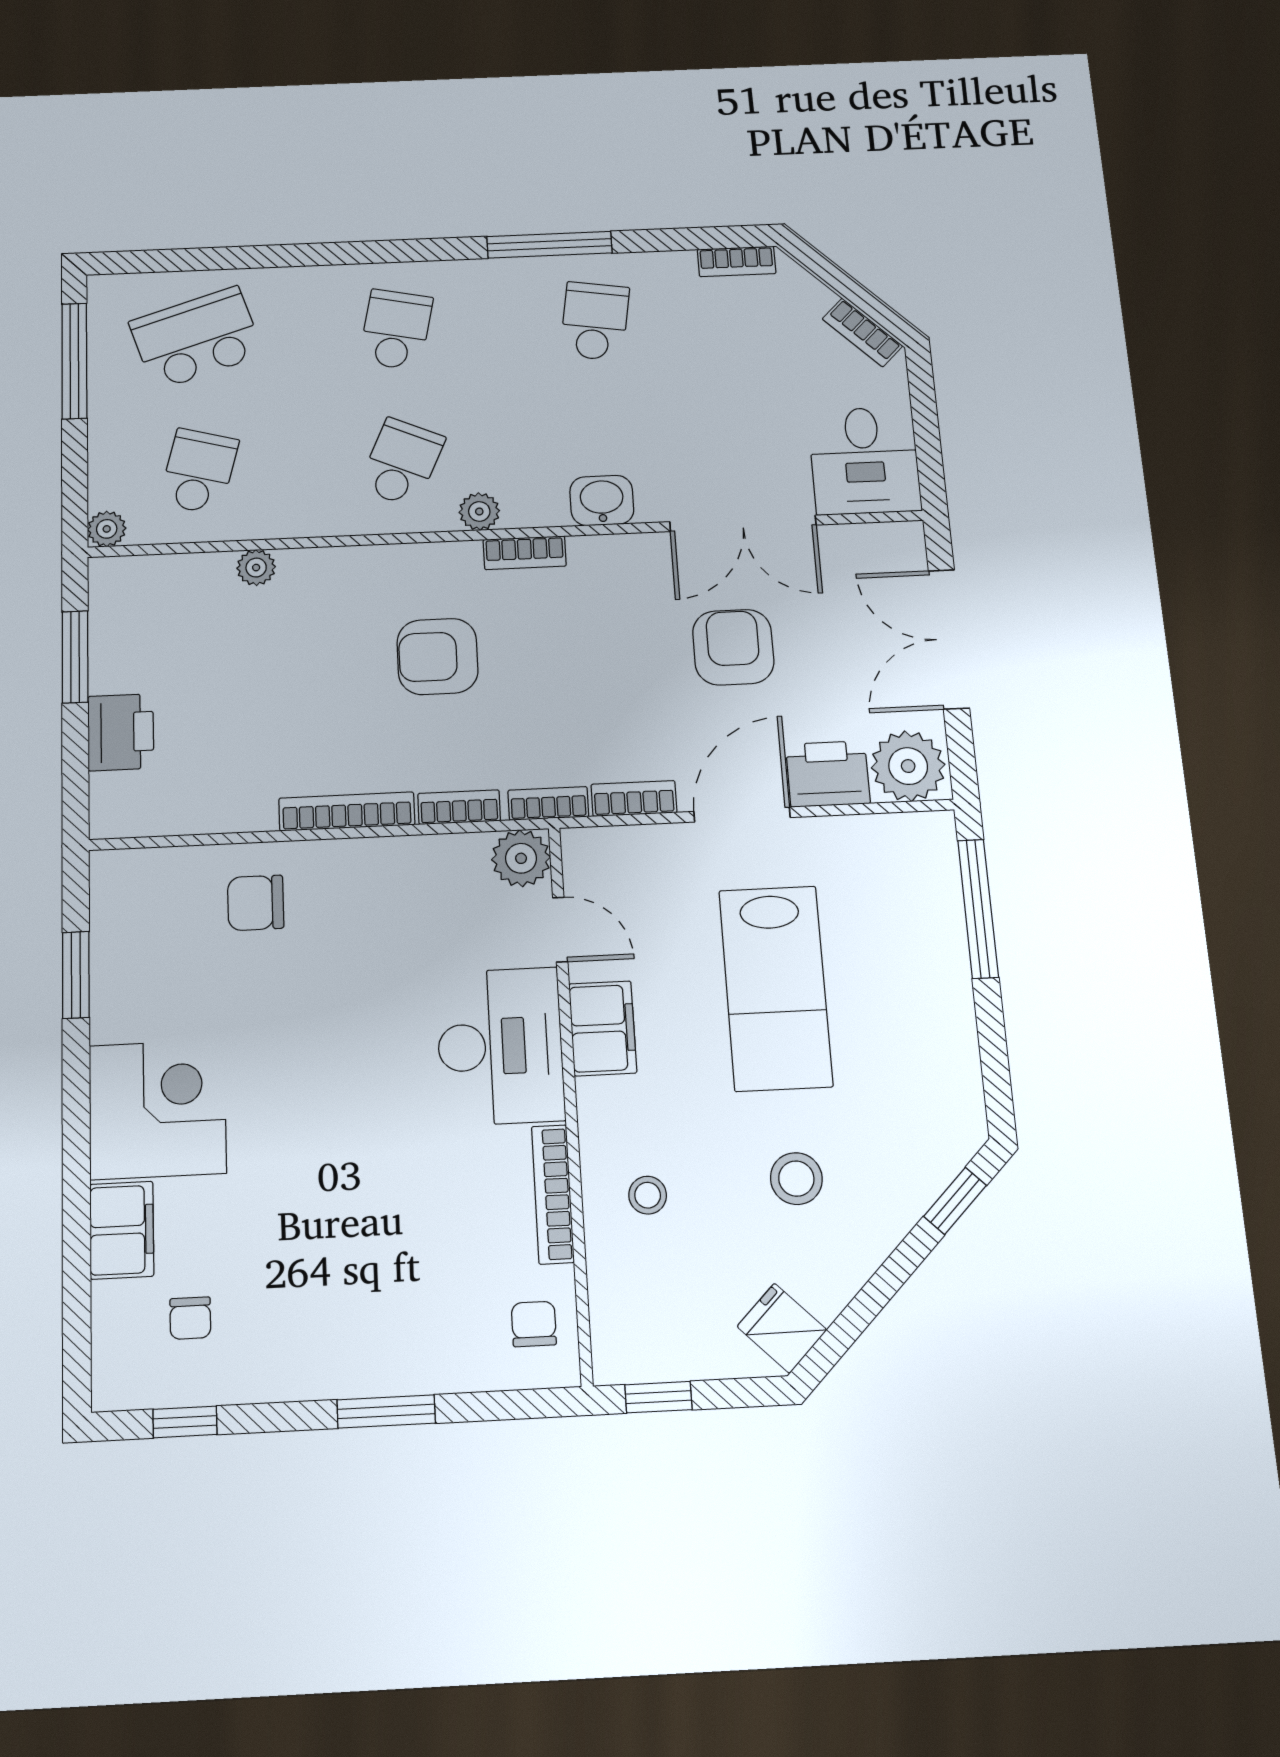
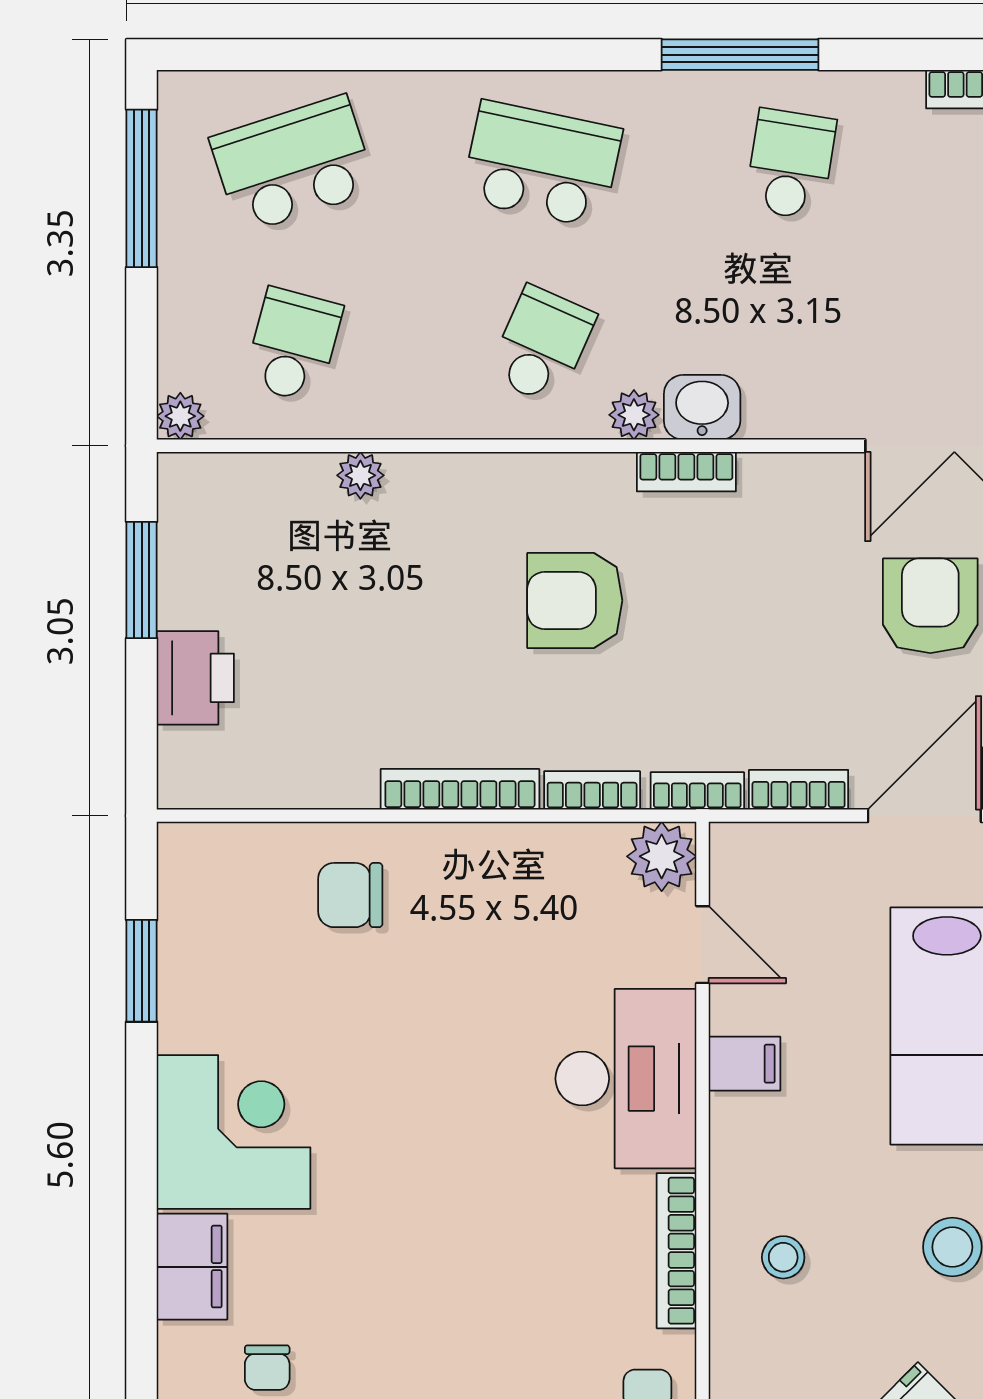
school desk: (396, 330) -> (542, 164), width x1.85
washbasin: (602, 500) -> (702, 407), moved
filing cabinet: (603, 1028) -> (744, 1064), width x0.50

